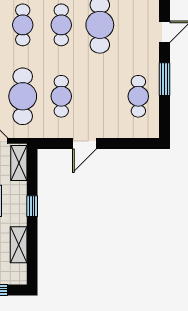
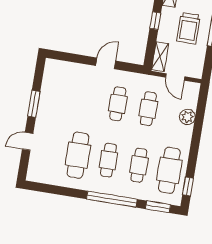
cafe table: (23, 96) -> (148, 109), width x0.73, depth x0.74
cafe table: (138, 96) -> (57, 94), removed

